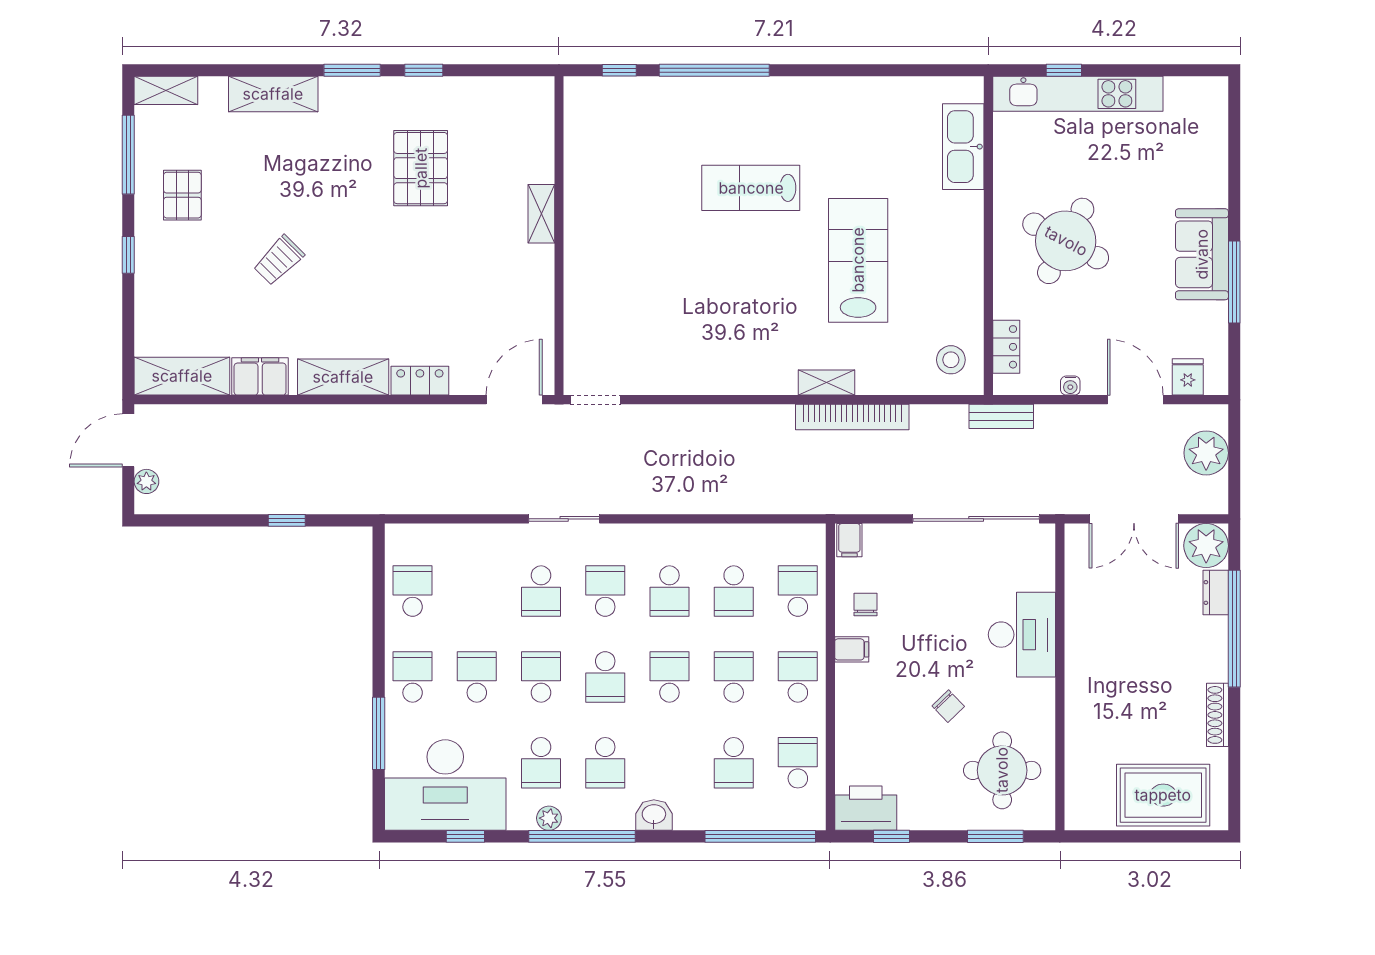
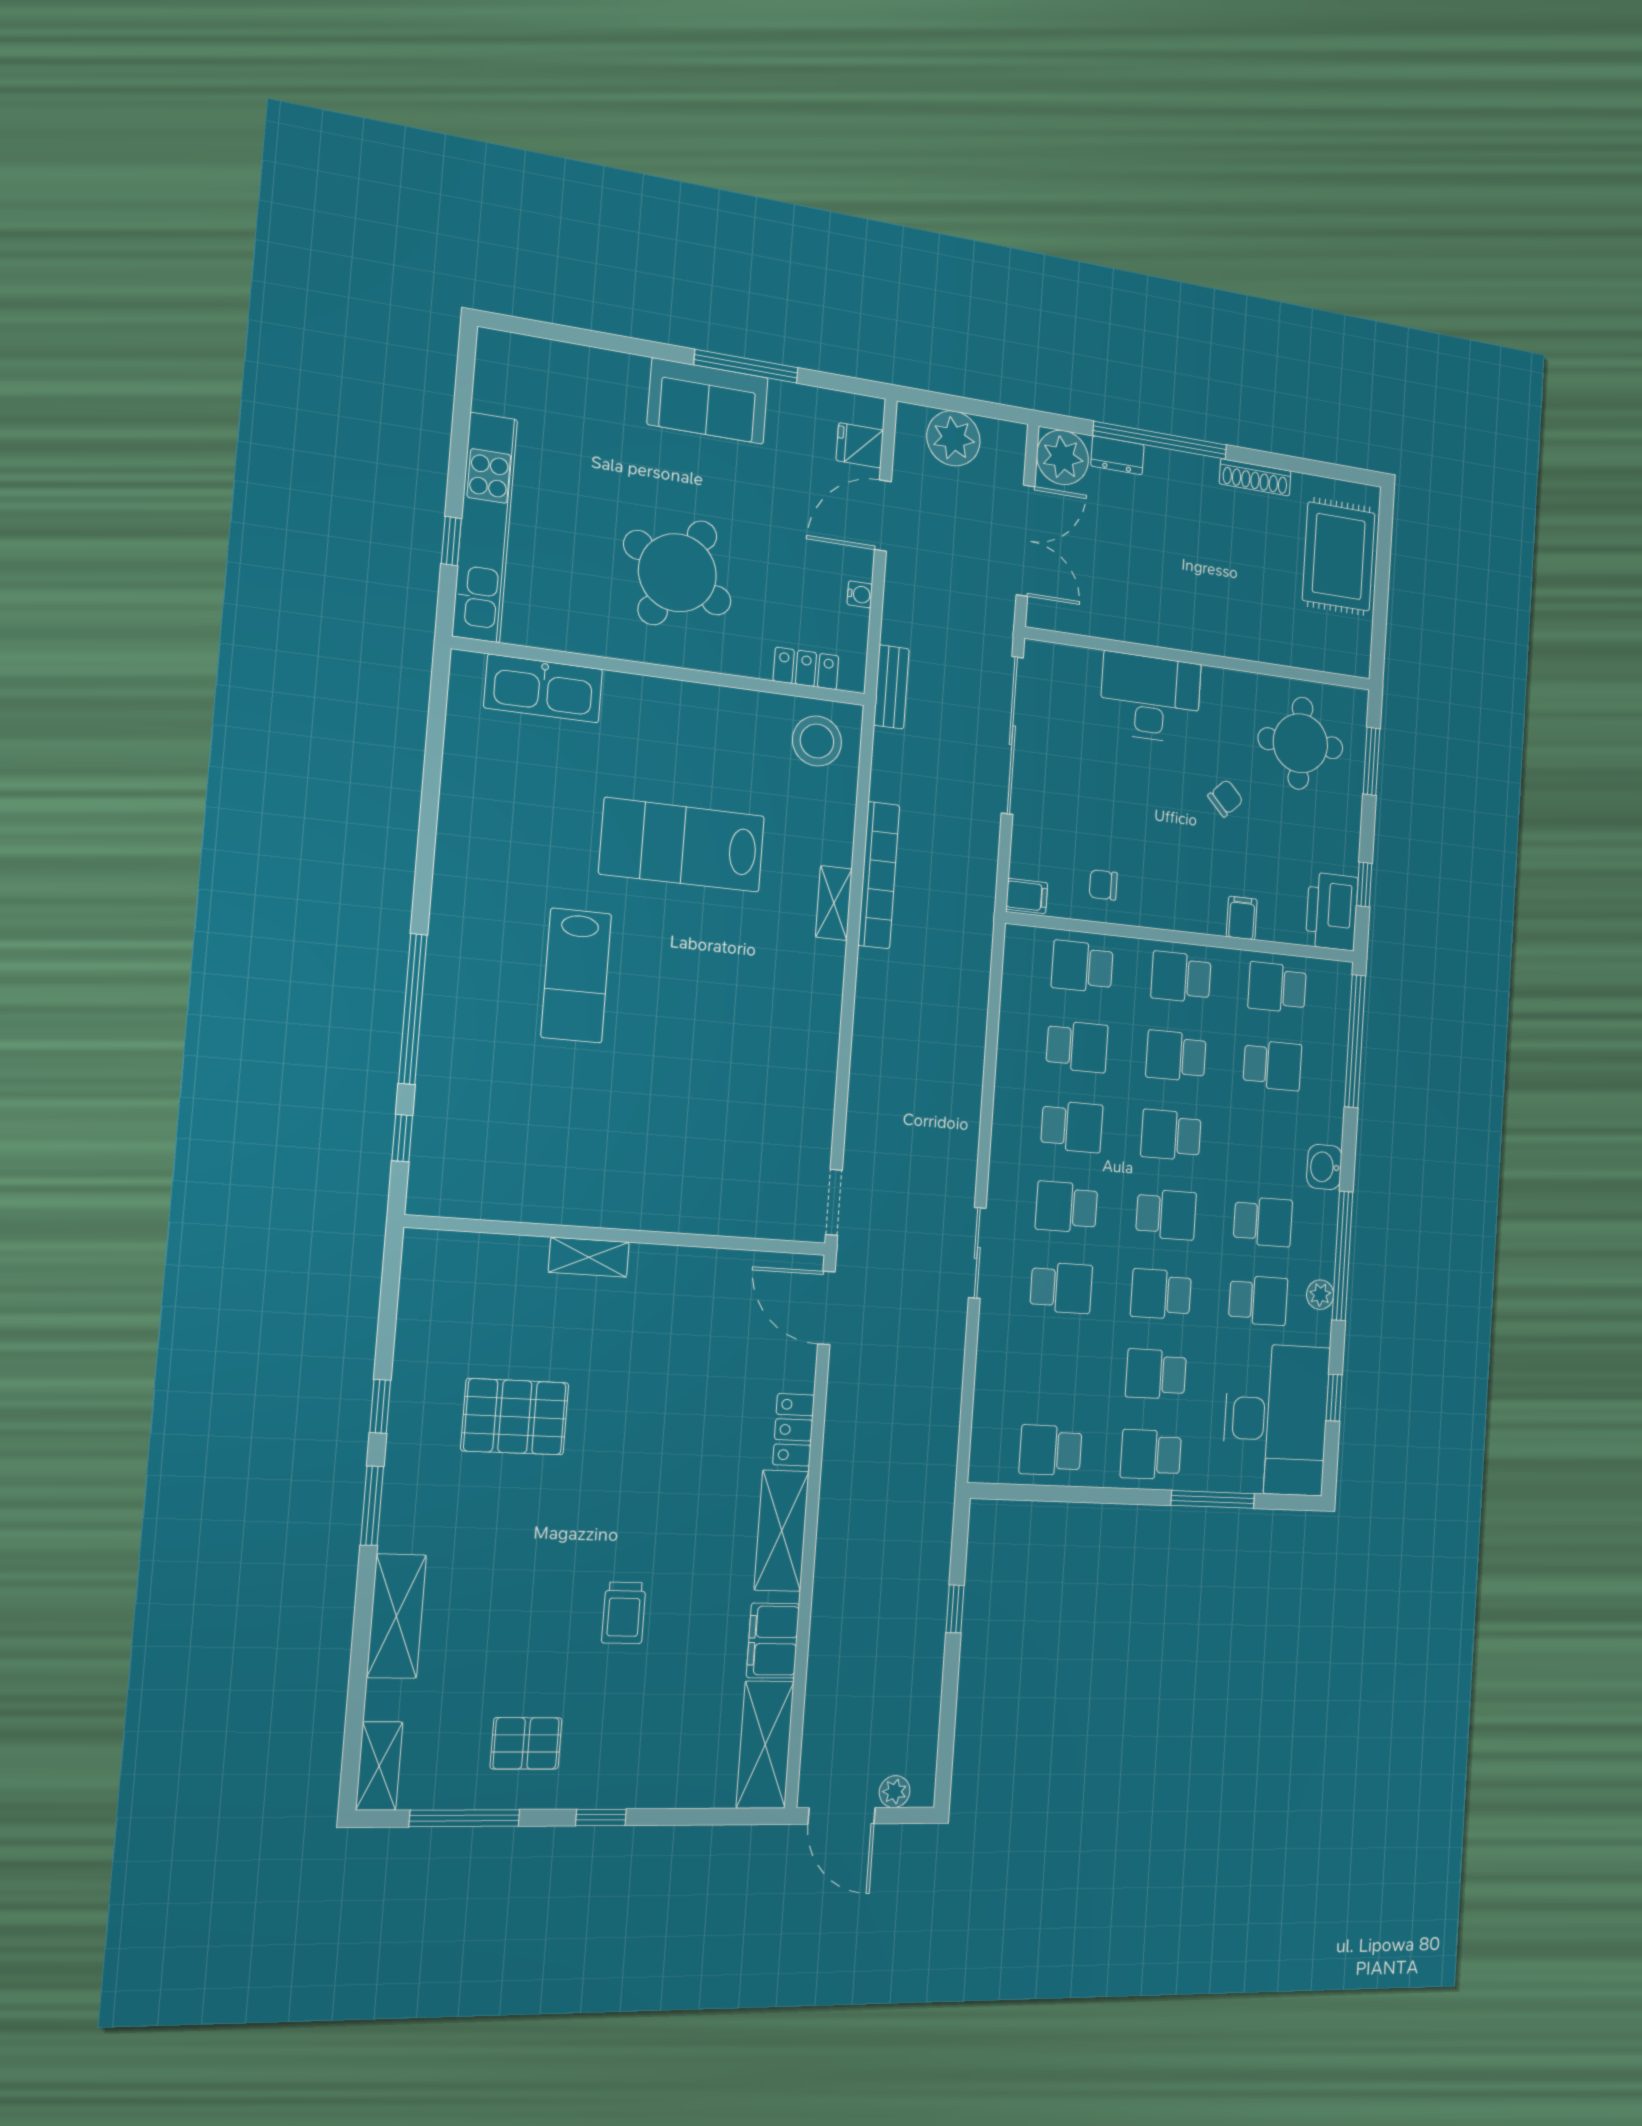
trolley: (279, 260) -> (624, 1613), turned 45
stool: (951, 360) -> (817, 741), width x1.38, depth x1.38
filing cabinet: (852, 649) -> (1242, 918), moved

